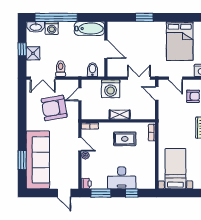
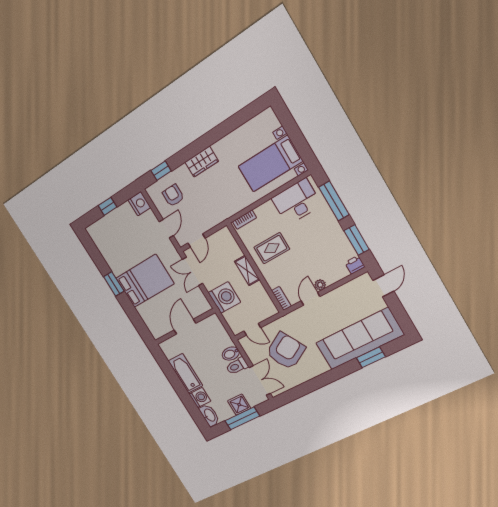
window: (56, 17) -> (186, 398), removed
window: (144, 17) -> (114, 284), moved
bathtub: (89, 29) -> (185, 373), moved
bed: (180, 41) -> (145, 281), moved
window: (22, 49) -> (242, 418), width x2.17
bidet: (93, 70) -> (231, 354), moved
armchair: (54, 108) -> (286, 351), turned -109
rug: (125, 139) -> (272, 248), turned 90
desk: (122, 178) -> (296, 202), moved, turned -90
window: (132, 193) -> (334, 201), width x2.17

